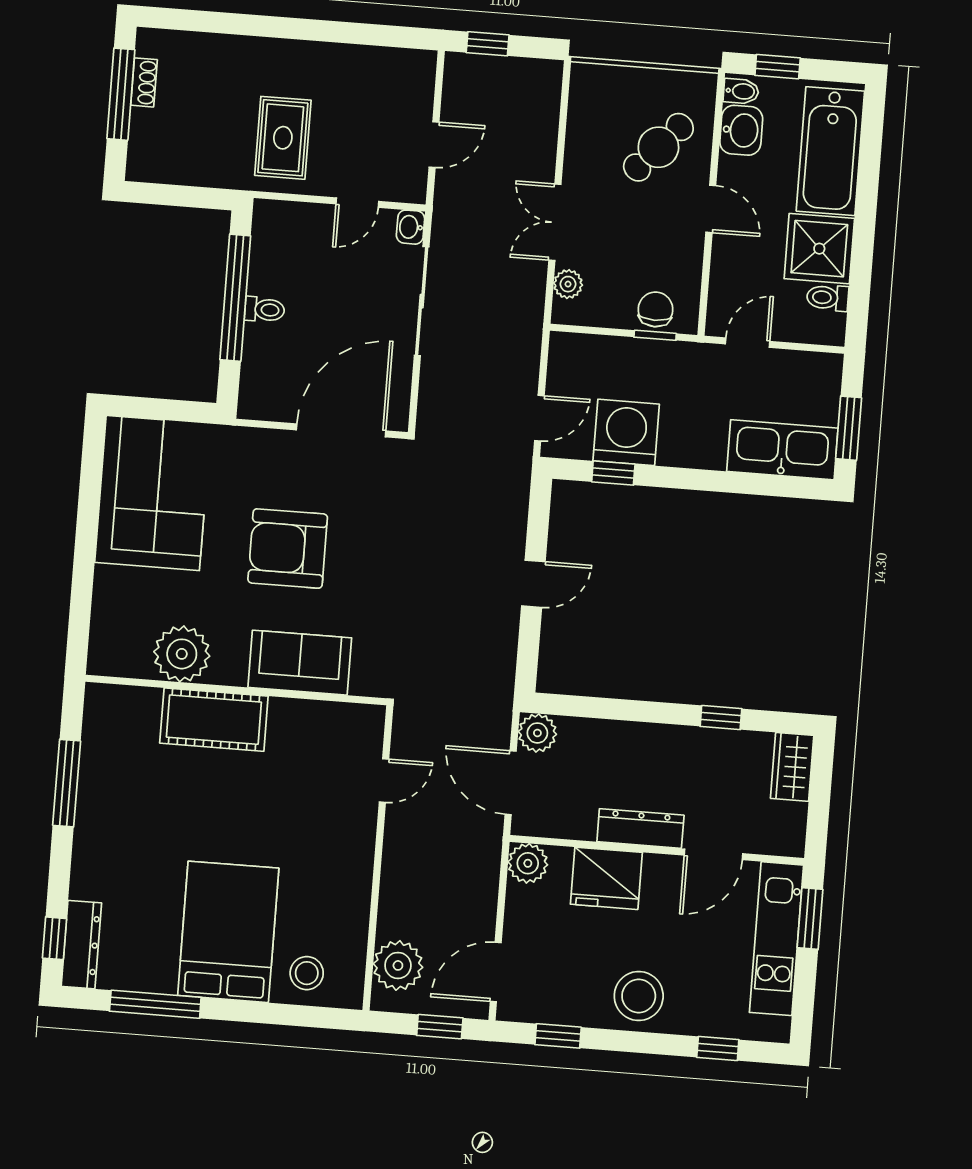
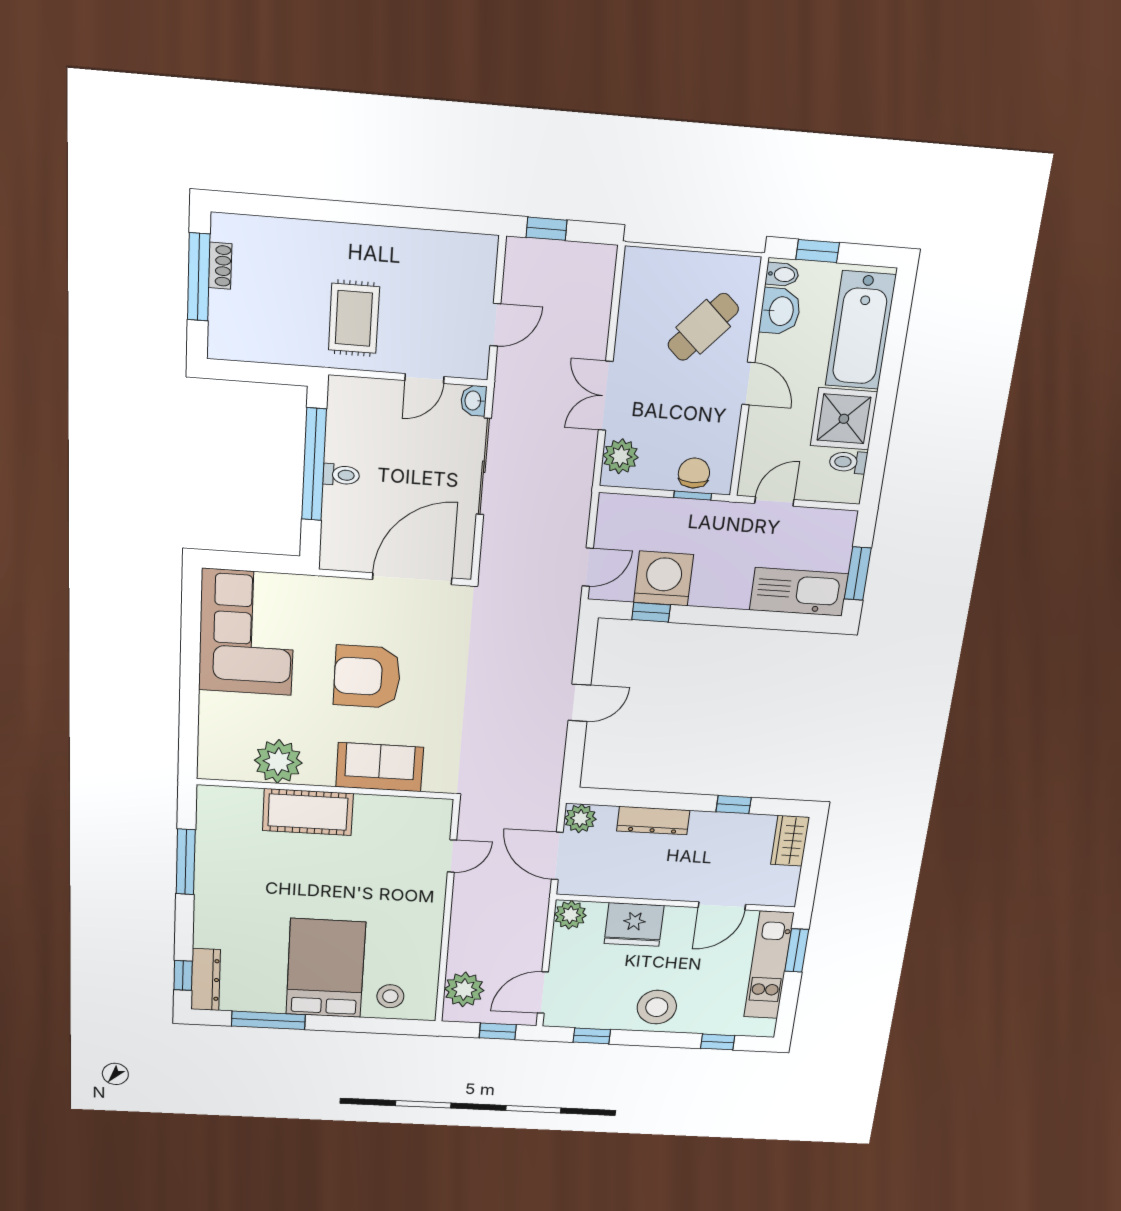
plant: (568, 284) -> (621, 456), width x1.38, depth x1.38
dresser: (640, 828) -> (653, 821), moved, turned 180

